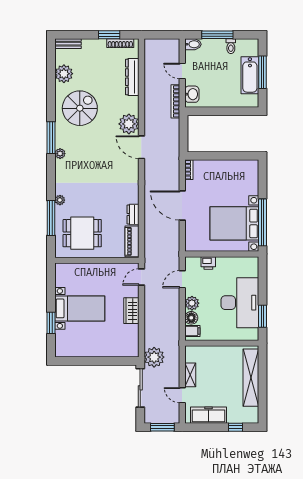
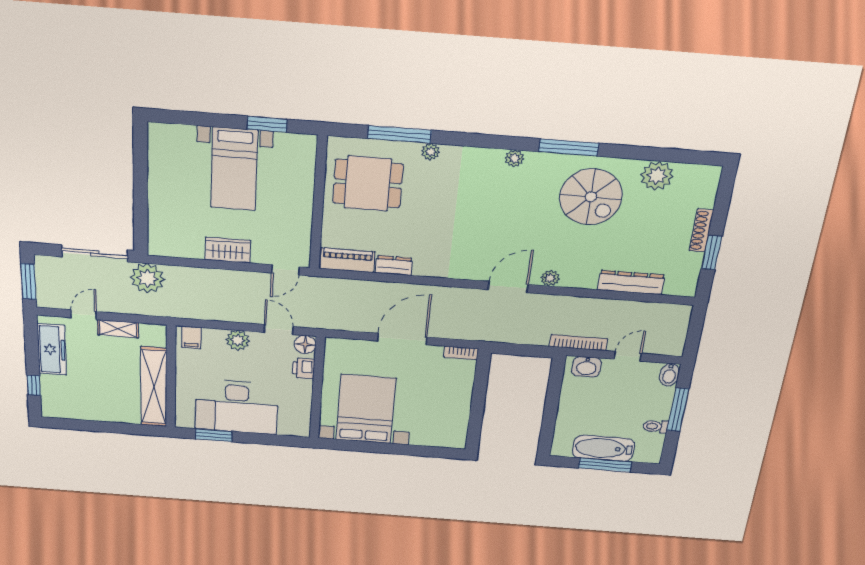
shoe rack: (120, 43) -> (701, 230), moved
bench: (68, 44) -> (710, 186), removed
plant: (129, 124) -> (550, 278), width x0.53, depth x0.53
window: (51, 138) -> (569, 147), moved
window: (263, 222) -> (364, 447), removed
dining table: (82, 233) -> (368, 183), turned 90
door: (141, 277) -> (285, 270), swing flipped
floor lamp: (191, 318) -> (305, 344), moved
window: (51, 323) -> (267, 124), moved
shelving: (251, 378) -> (154, 387), moved, turned 90

